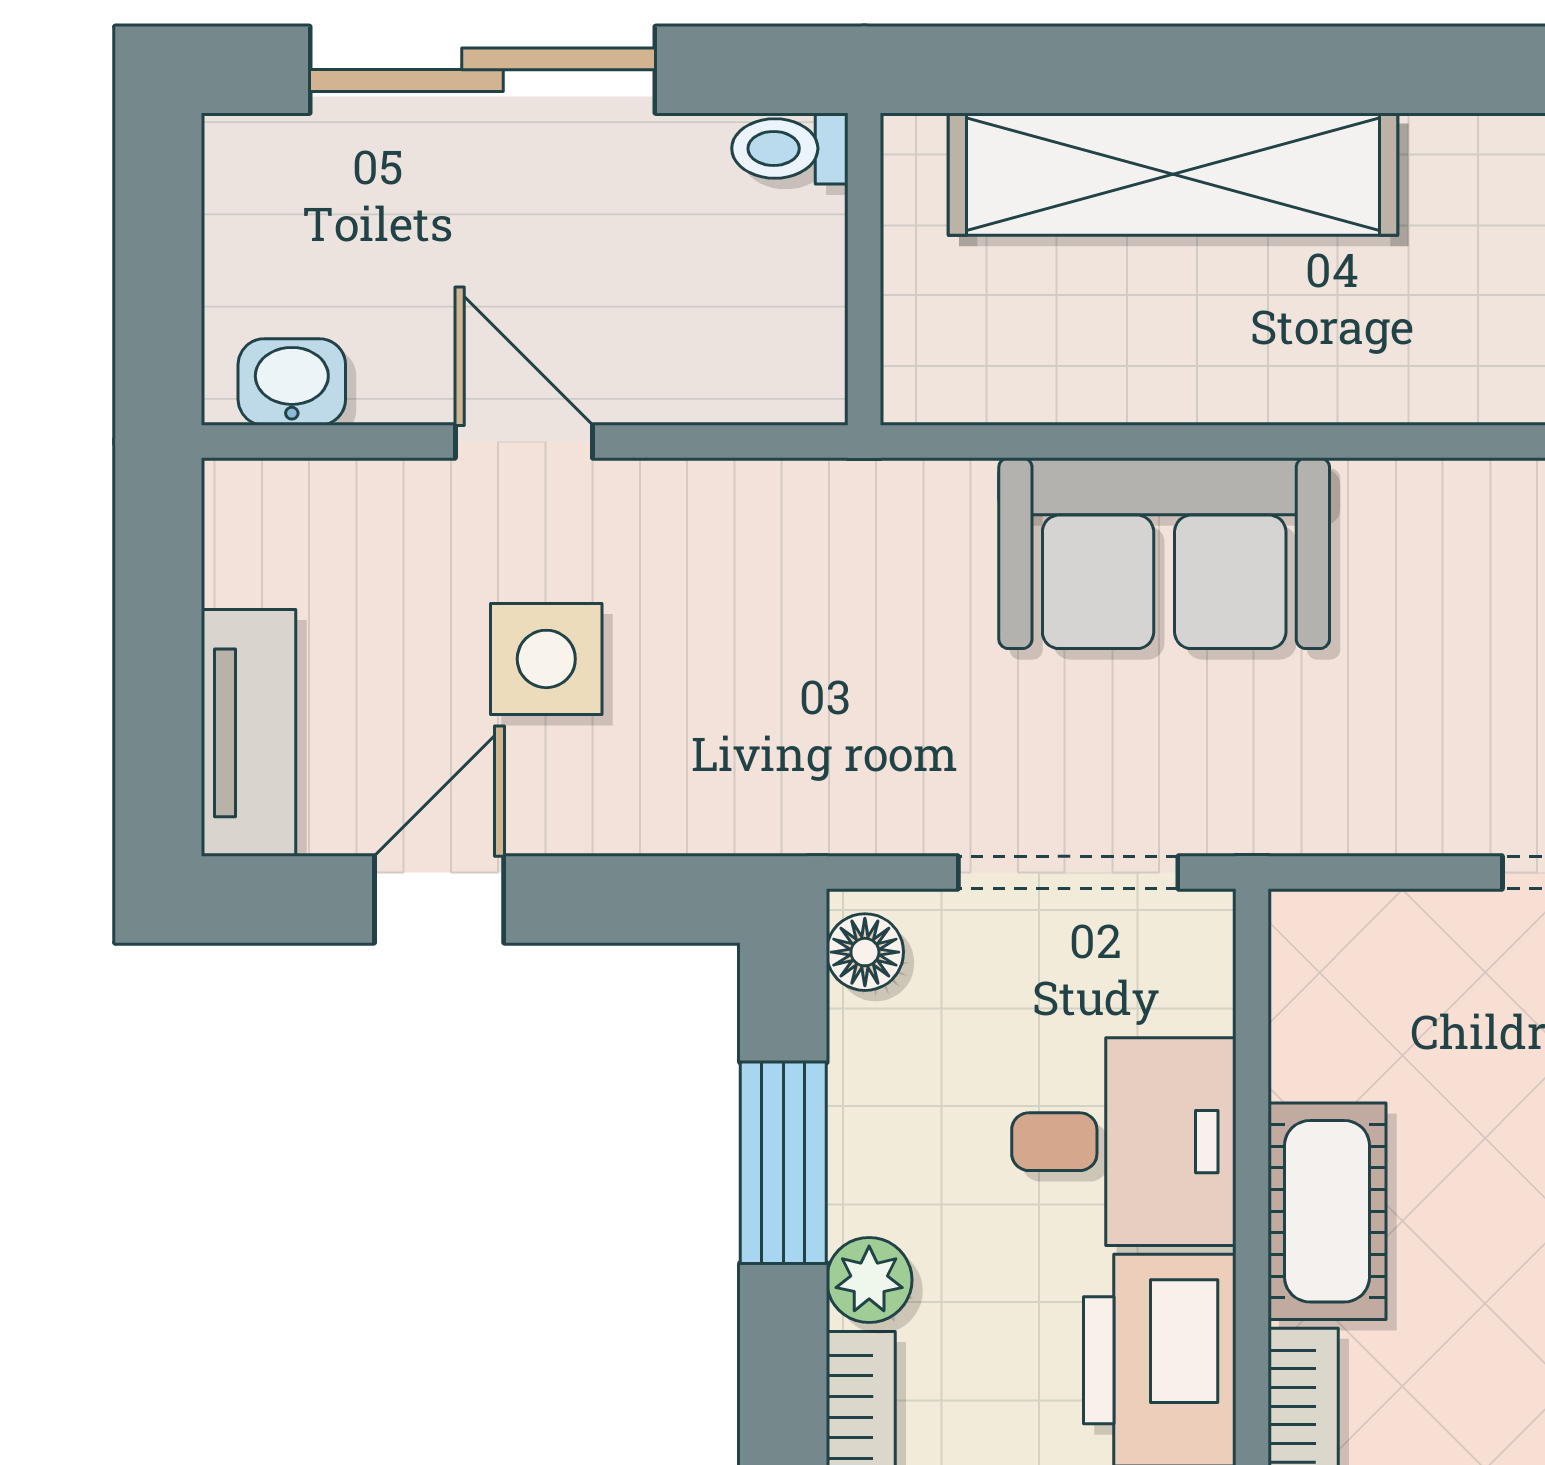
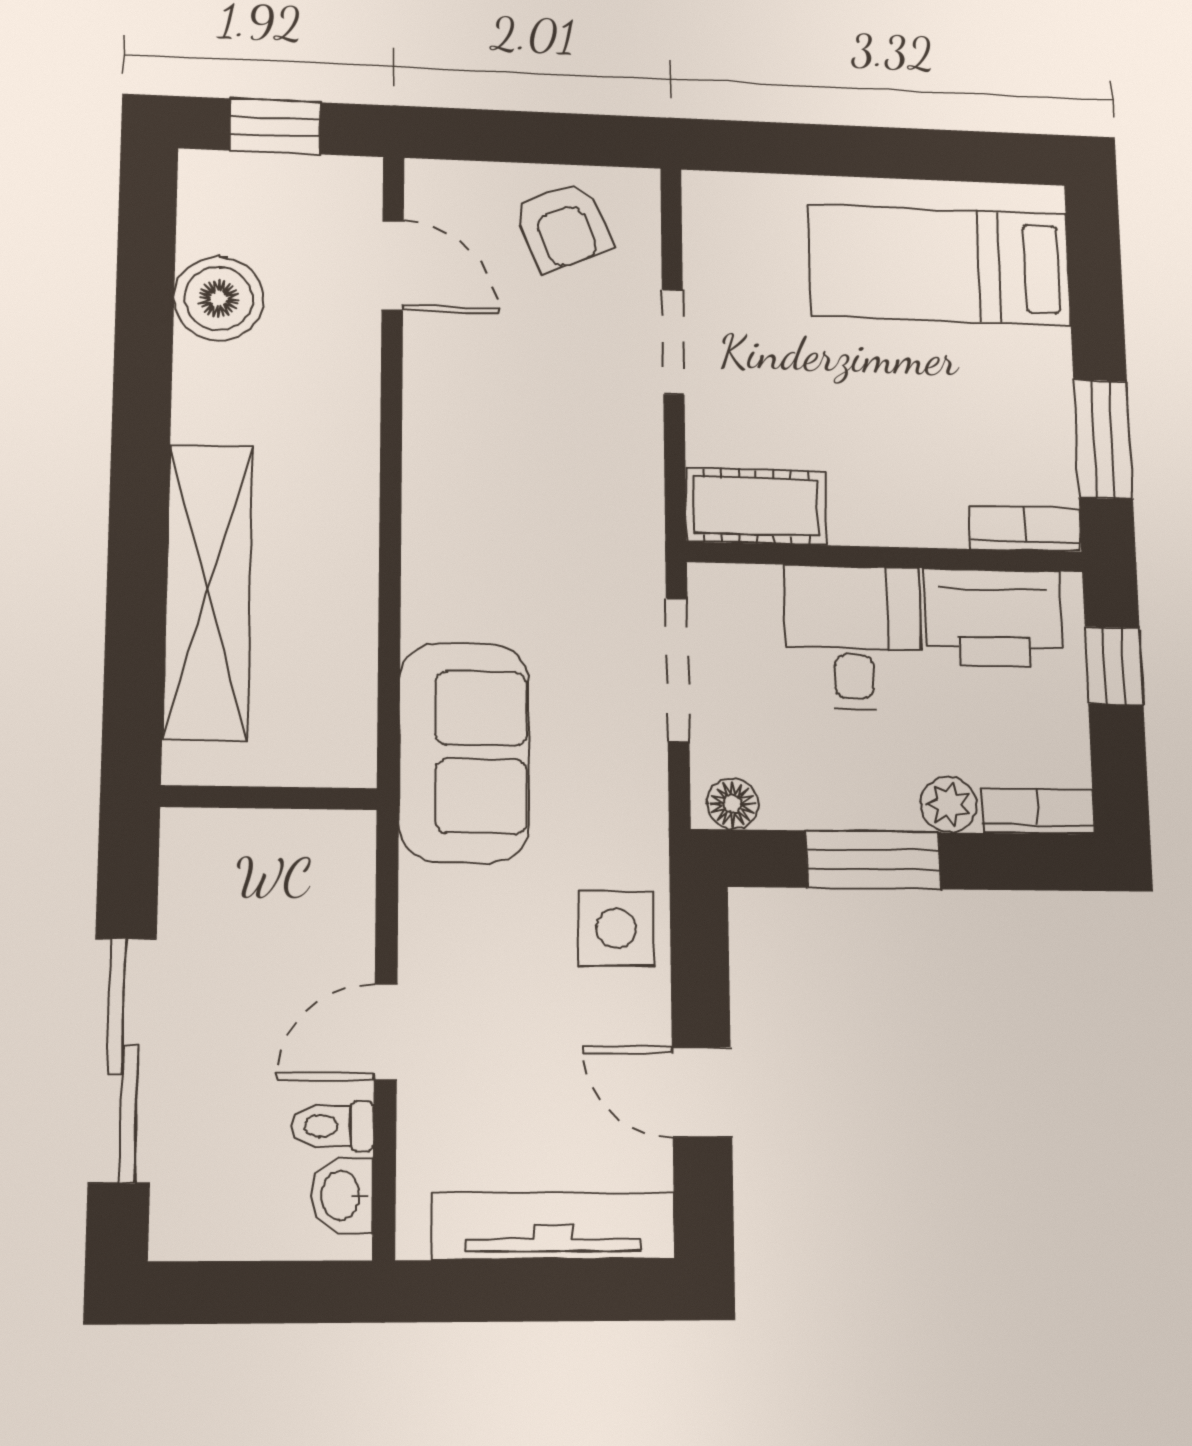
toilet: (790, 148) -> (332, 1126), moved, turned 90
sofa: (1164, 553) -> (464, 752), moved
side table: (546, 659) -> (616, 928), moved
tv unit: (249, 733) -> (553, 1226), width x1.41
cot: (1327, 1211) -> (756, 506), moved

